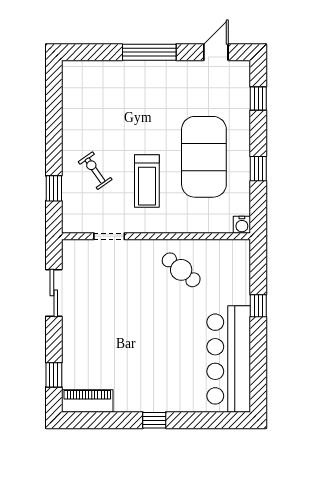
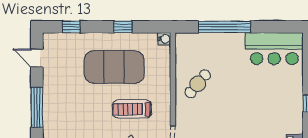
treadmill: (147, 181) -> (132, 109), turned 180
window: (258, 306) -> (224, 27), width x3.17
bar counter: (229, 359) -> (274, 49), width x0.73

